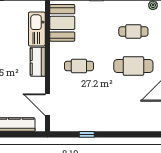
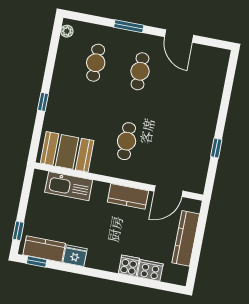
kitchen counter: (38, 62) -> (128, 196), moved
cafe table: (133, 66) -> (140, 71), width x0.73, depth x0.74

